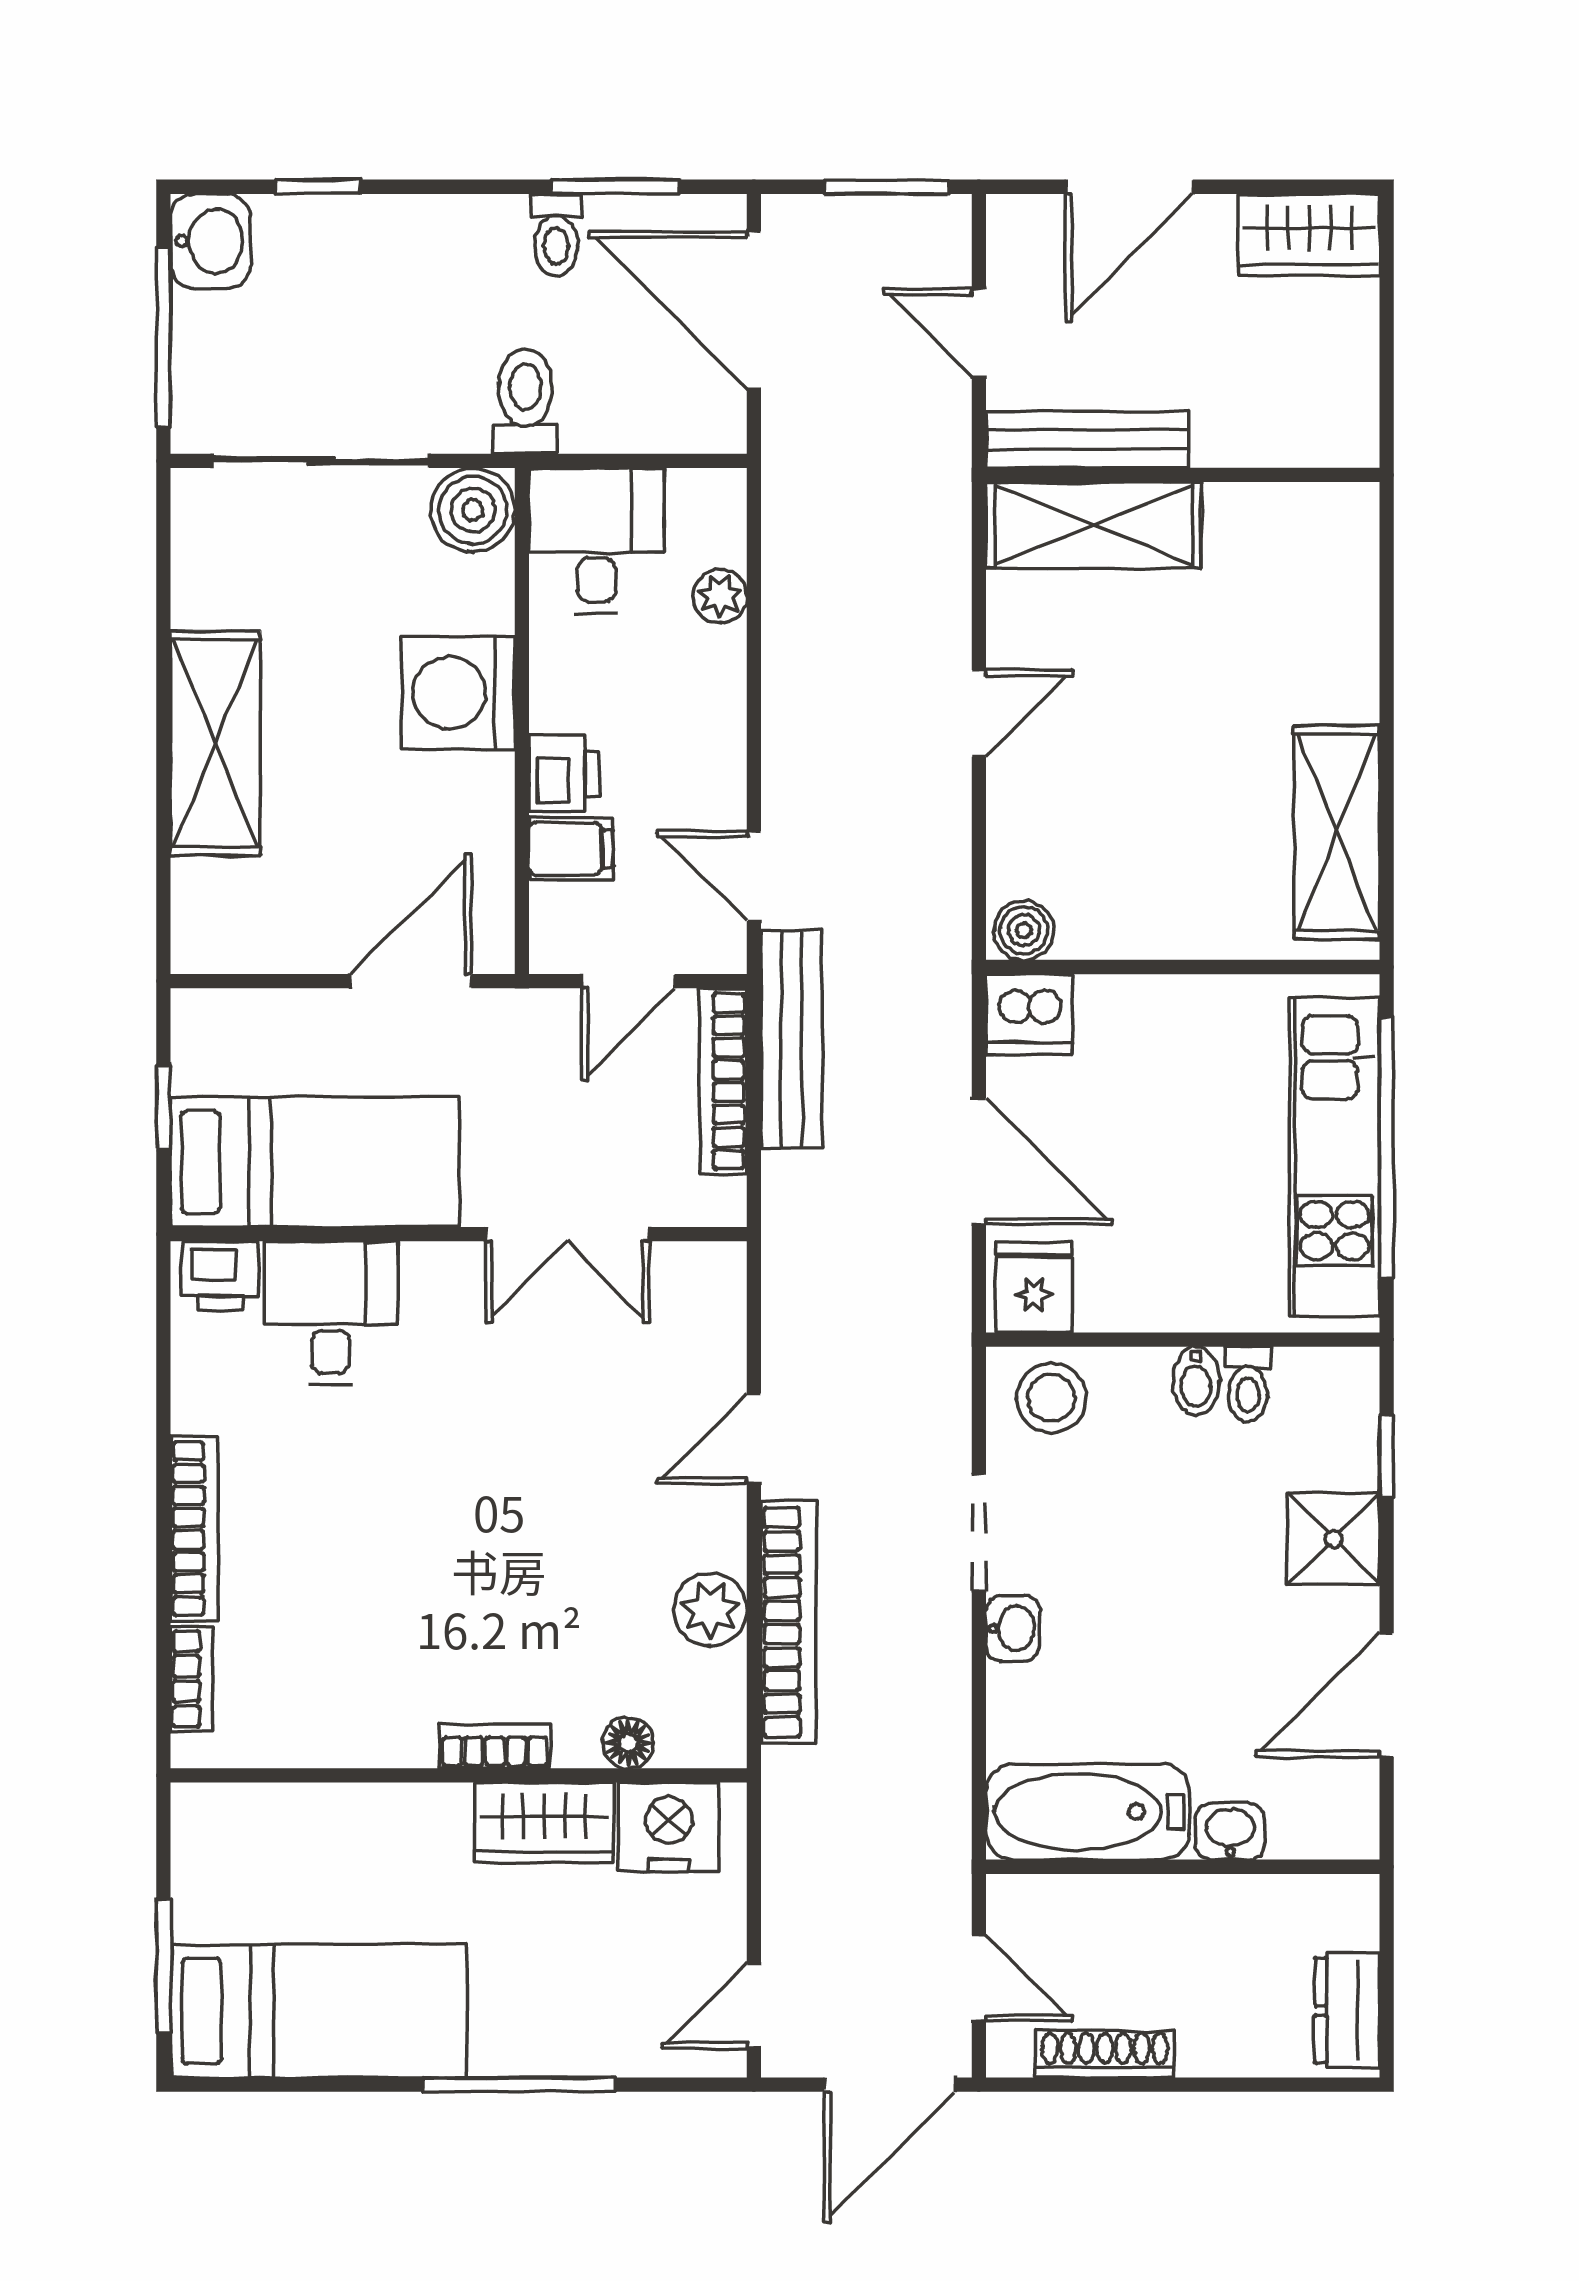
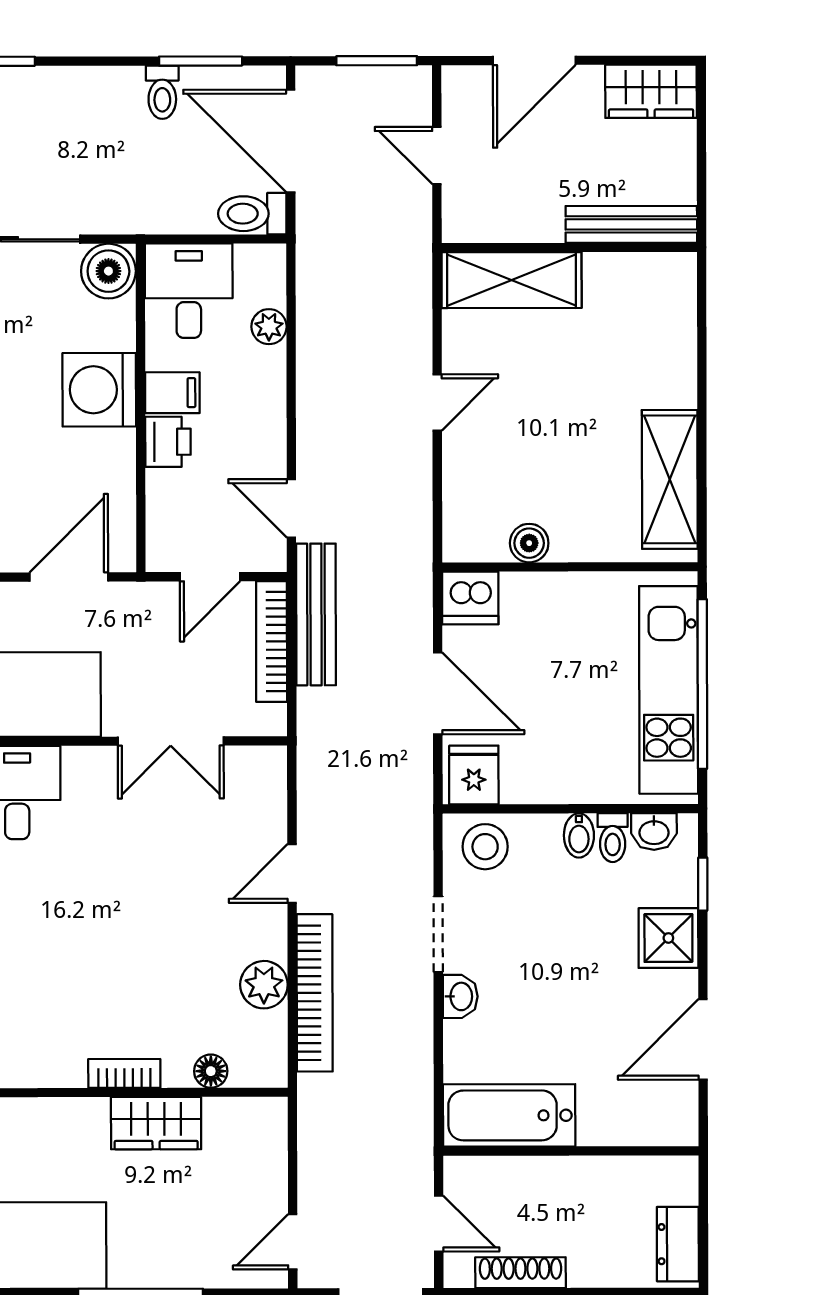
toilet: (525, 401) -> (252, 214), moved, turned -90
bench: (1087, 440) -> (631, 224), moved
filing cabinet: (571, 849) -> (172, 393), moved
boiler: (1024, 930) -> (529, 543), moved
nightstand: (669, 1827) -> (237, 1126), removed
washbasin: (1230, 1831) -> (654, 832), moved, turned 180

